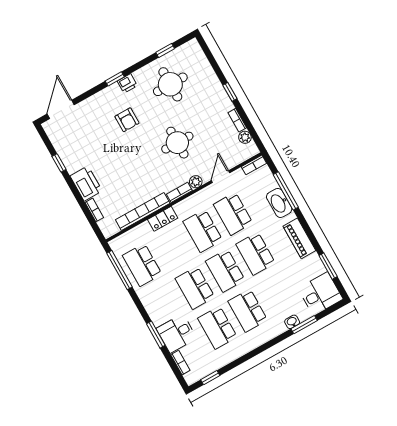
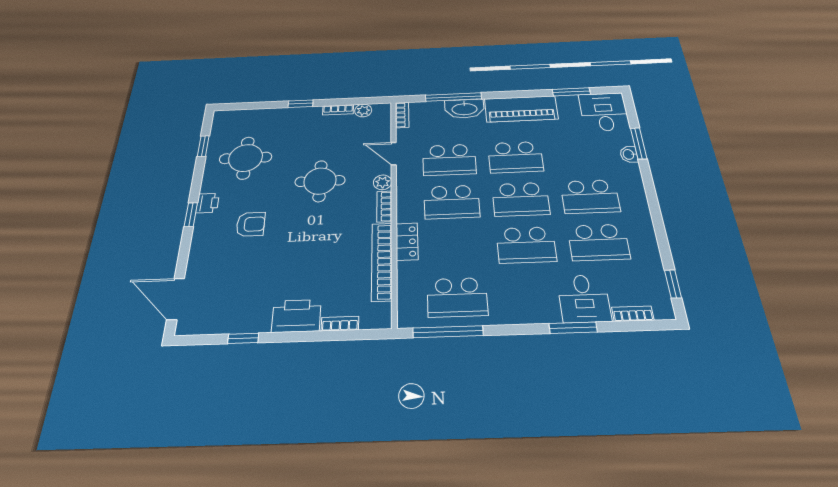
piano: (299, 238) -> (521, 109), width x1.37, depth x1.33

